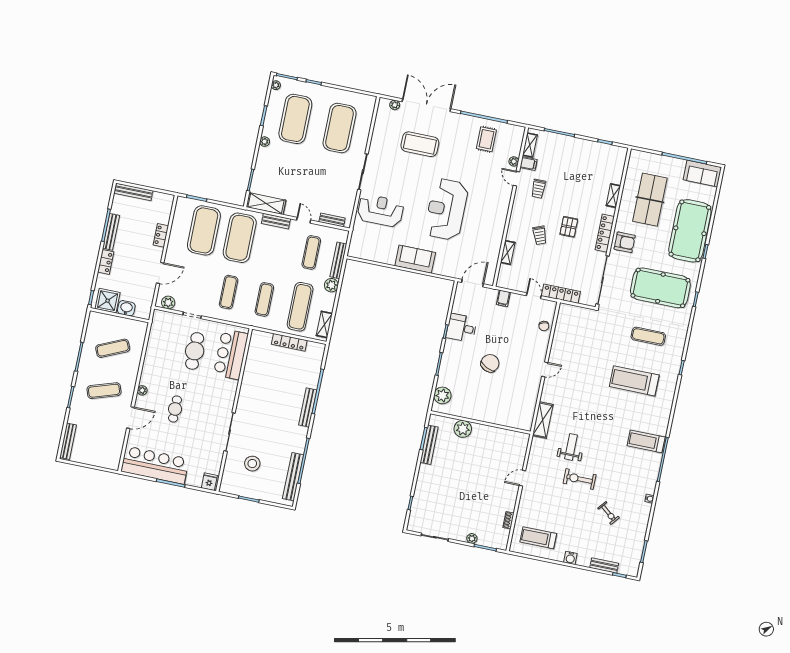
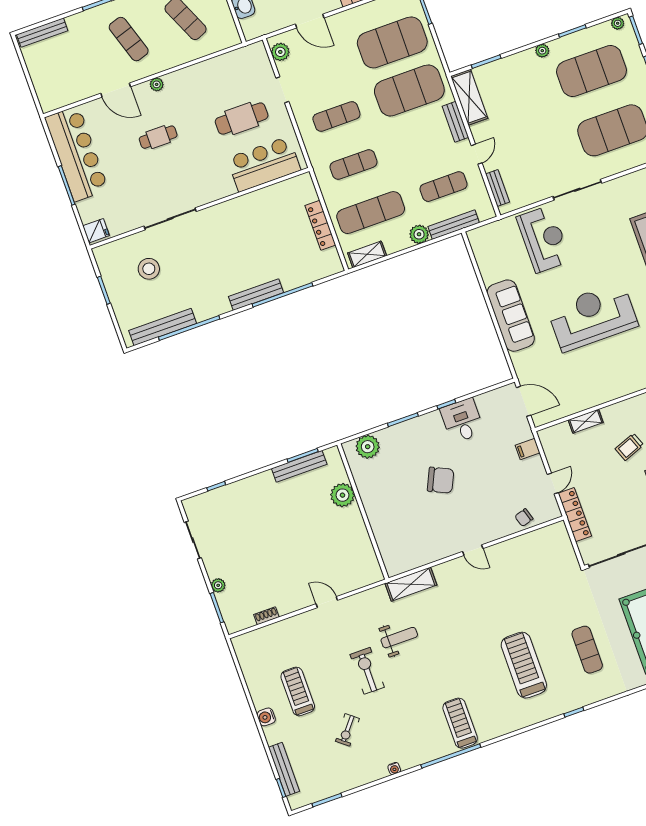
sofa: (415, 259) -> (511, 316), width x1.36
treadmill: (538, 538) -> (298, 691), moved
bench: (604, 565) -> (284, 769), width x1.36

